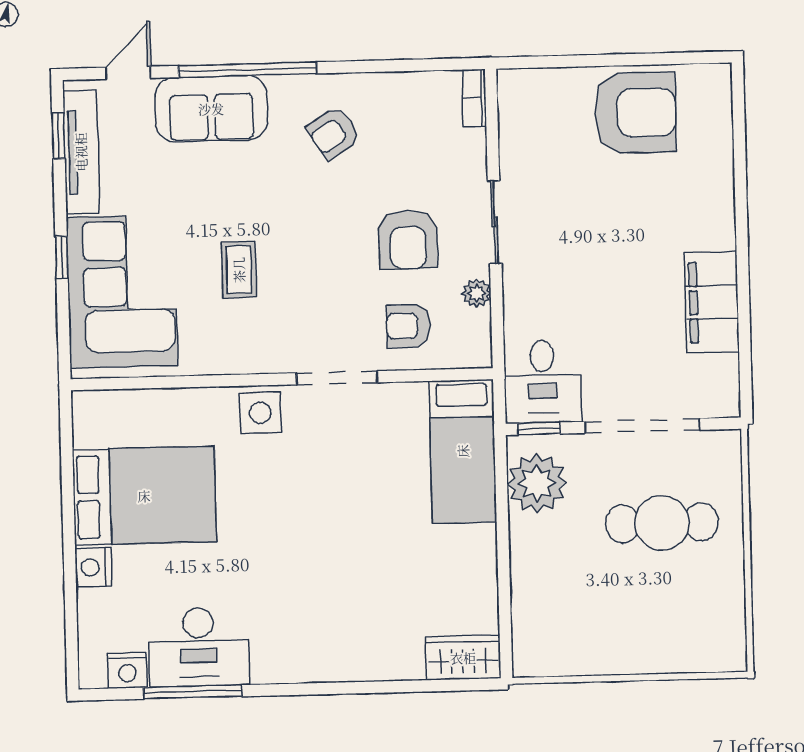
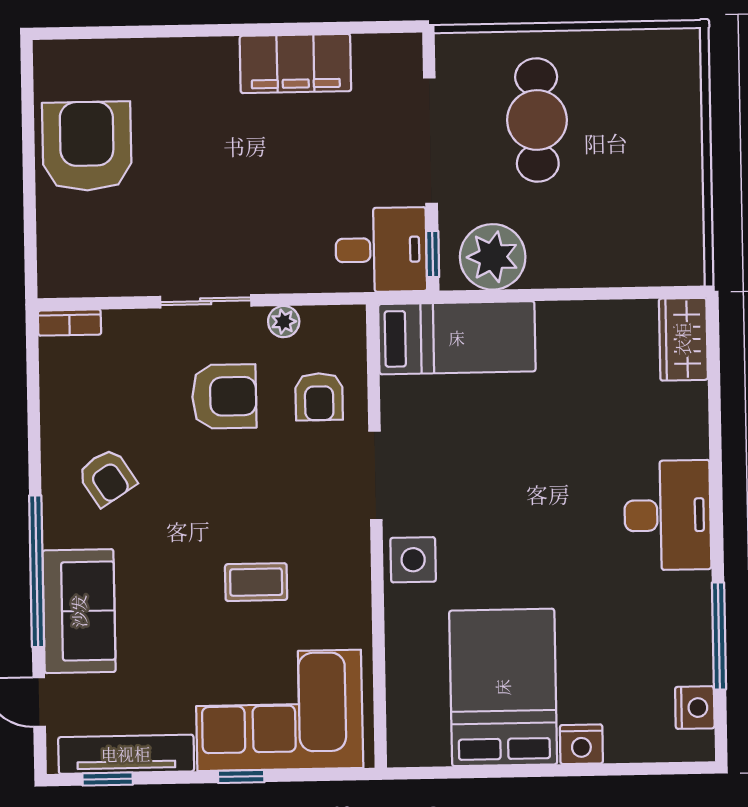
desk: (199, 647) -> (668, 515), moved

